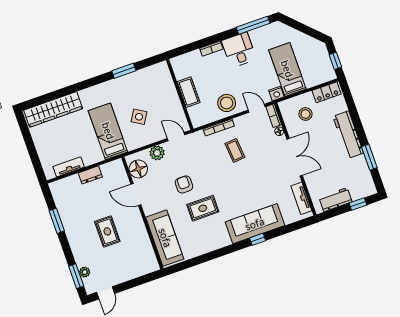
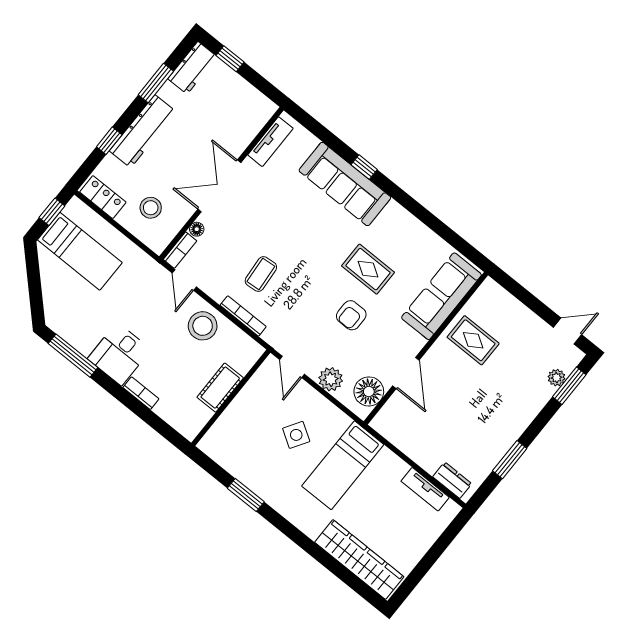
bed: (287, 69) -> (80, 251), moved, turned -90
nightstand: (276, 94) -> (147, 265), removed
window: (354, 114) -> (109, 141), added
dresser: (90, 175) -> (452, 480), moved
workbench: (336, 200) -> (192, 68), moved, turned -90
rug: (107, 231) -> (473, 340), moved, turned 90

